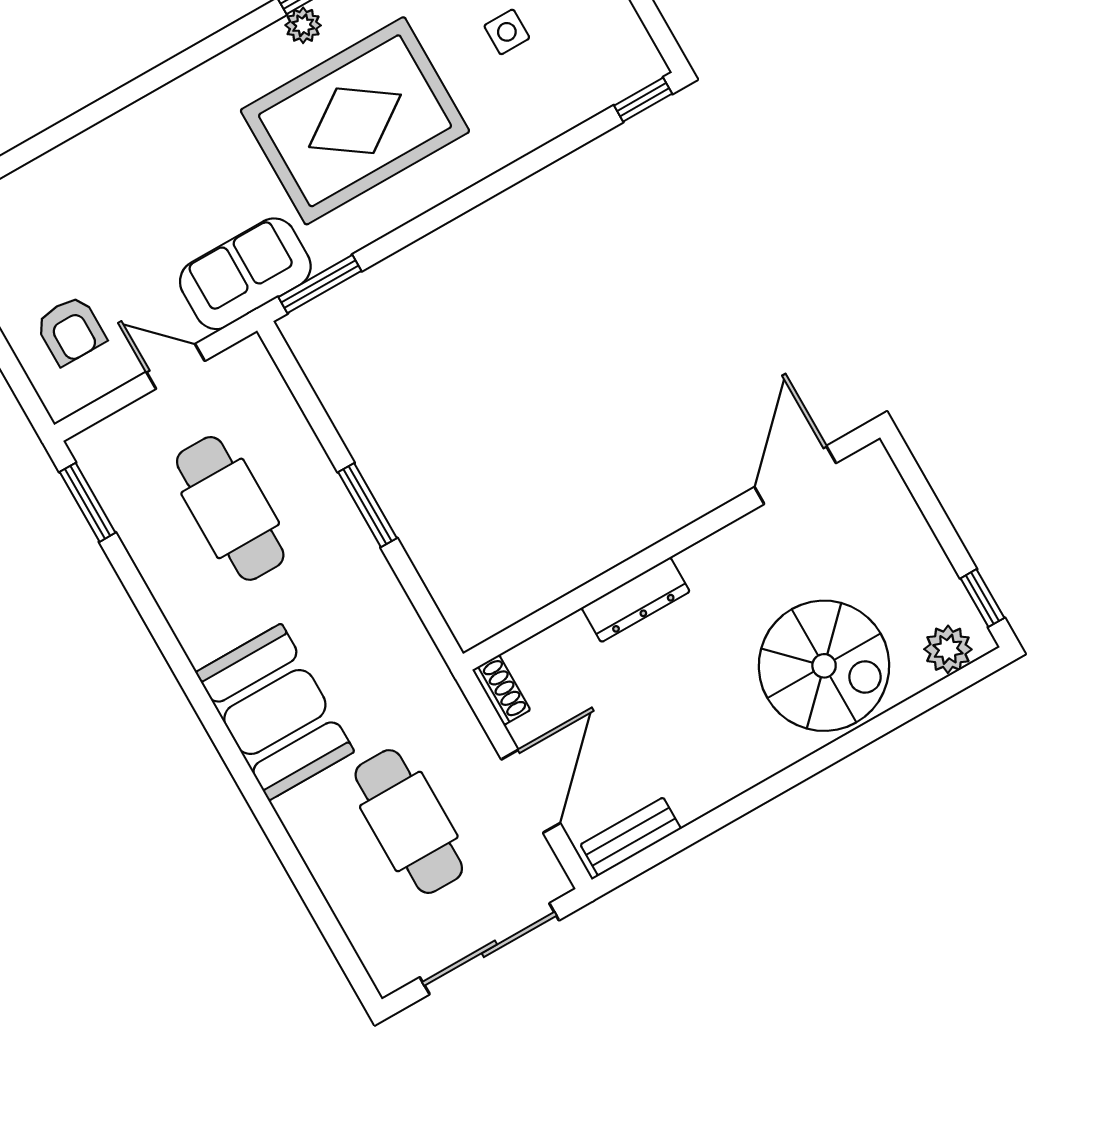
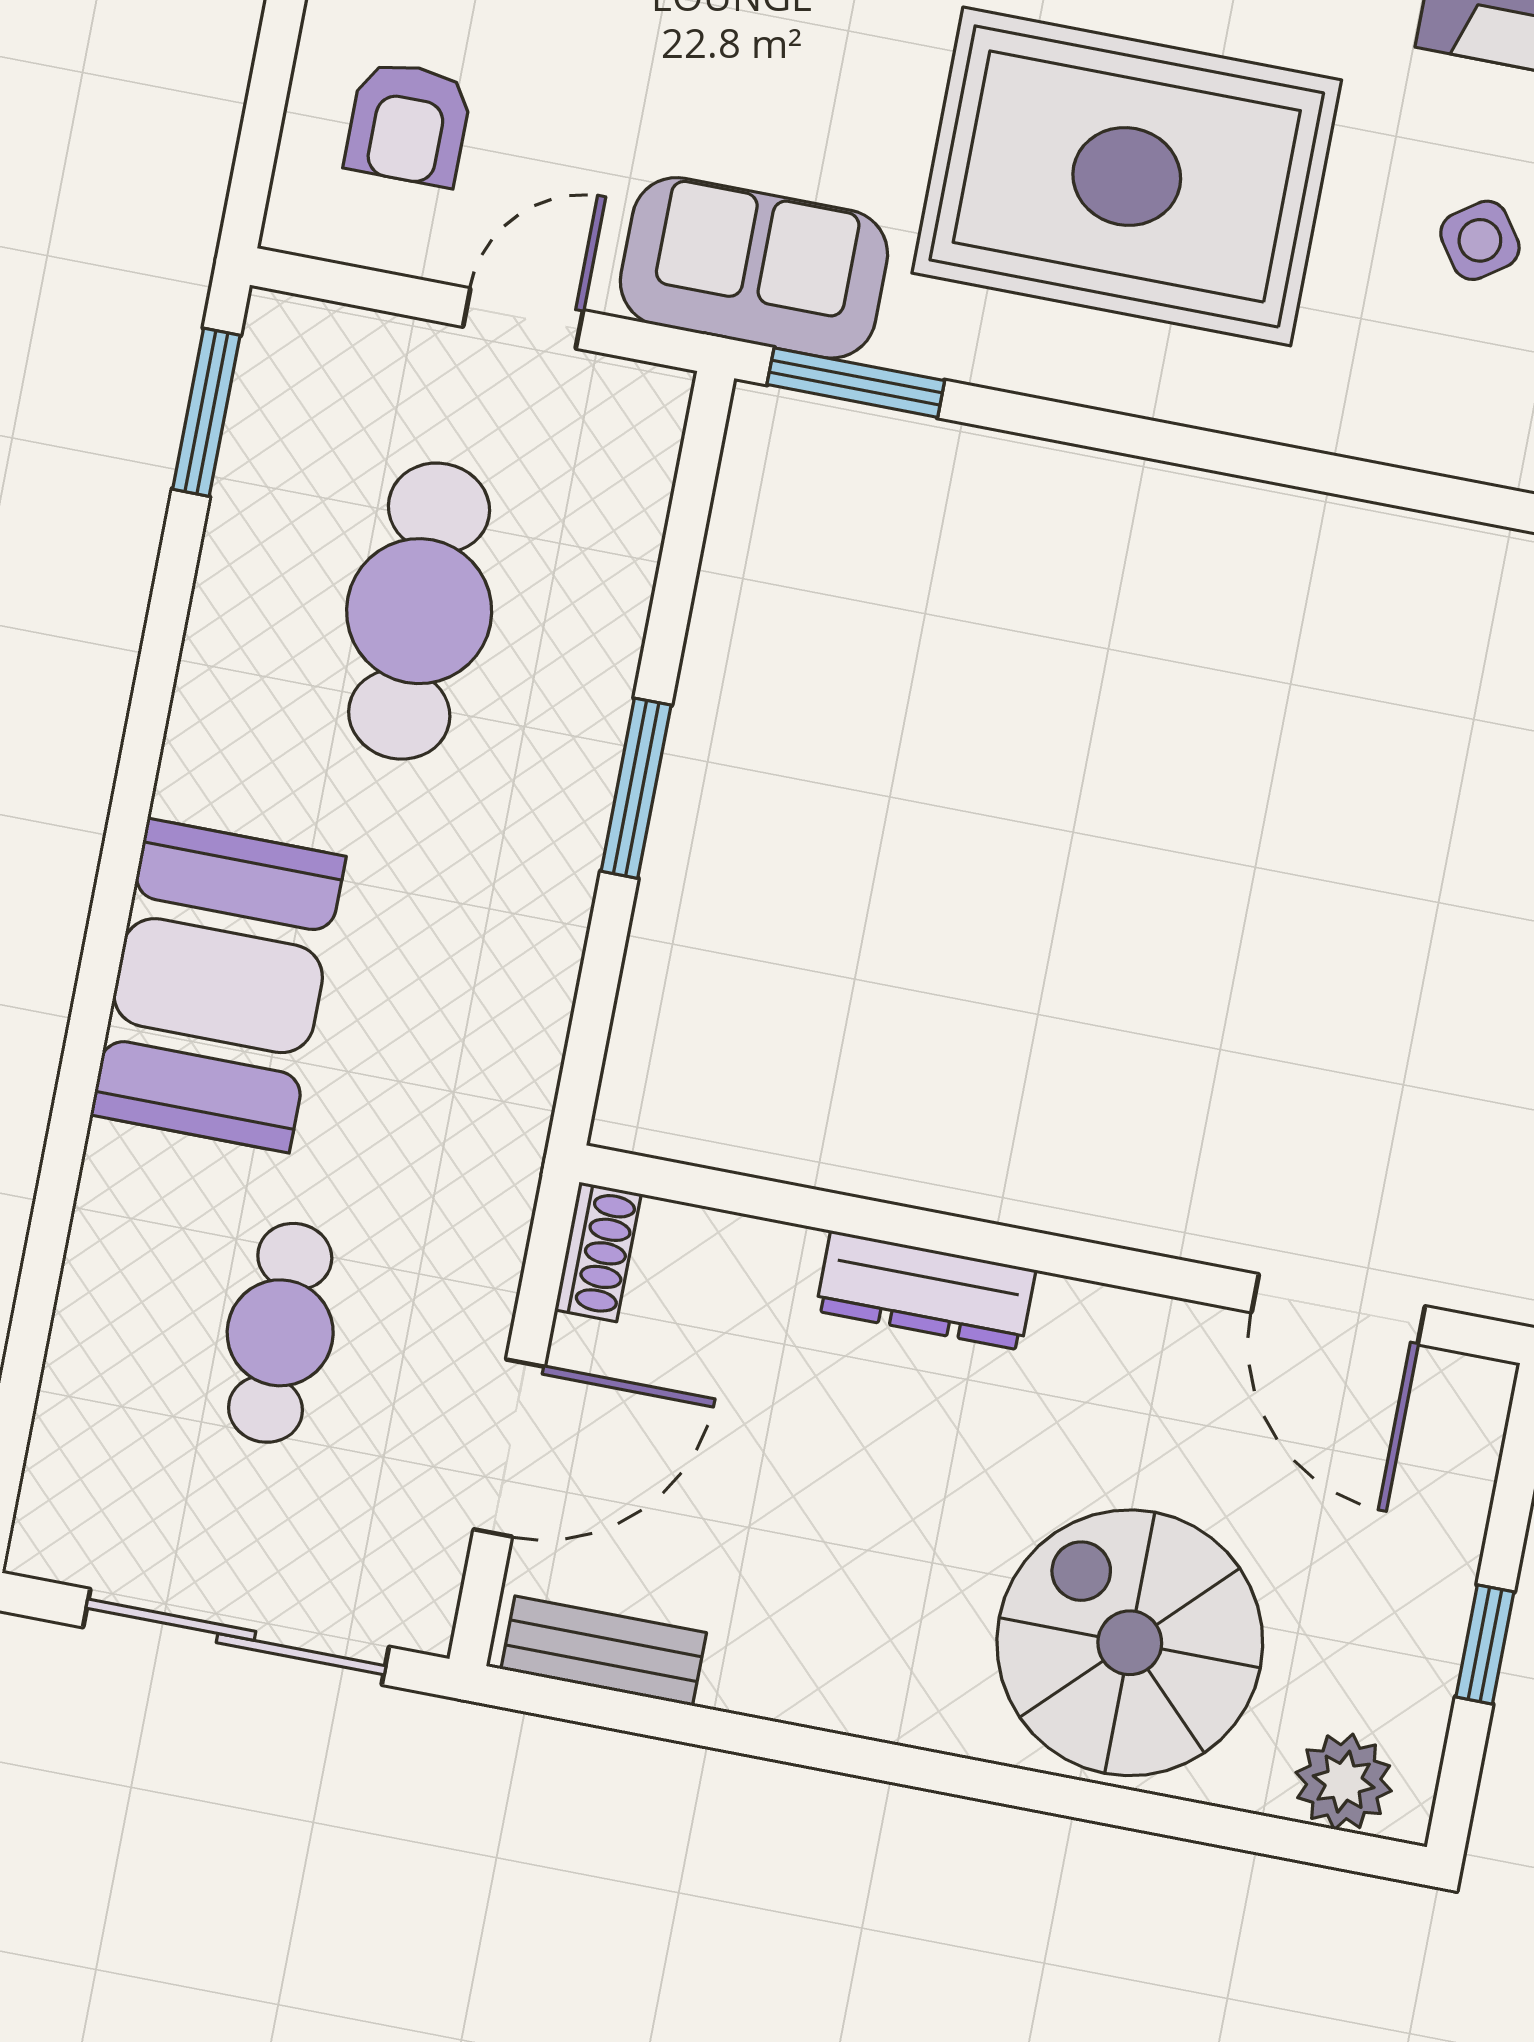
side table: (507, 32) -> (1480, 240), turned -35
door: (176, 366) -> (523, 318), hinge flipped
door: (795, 475) -> (1338, 1309), swing flipped
window: (982, 598) -> (1485, 1644), moved
spiral stairs: (824, 666) -> (1130, 1643), turned 180
cafe table: (409, 822) -> (280, 1333), width x0.73, depth x0.74

